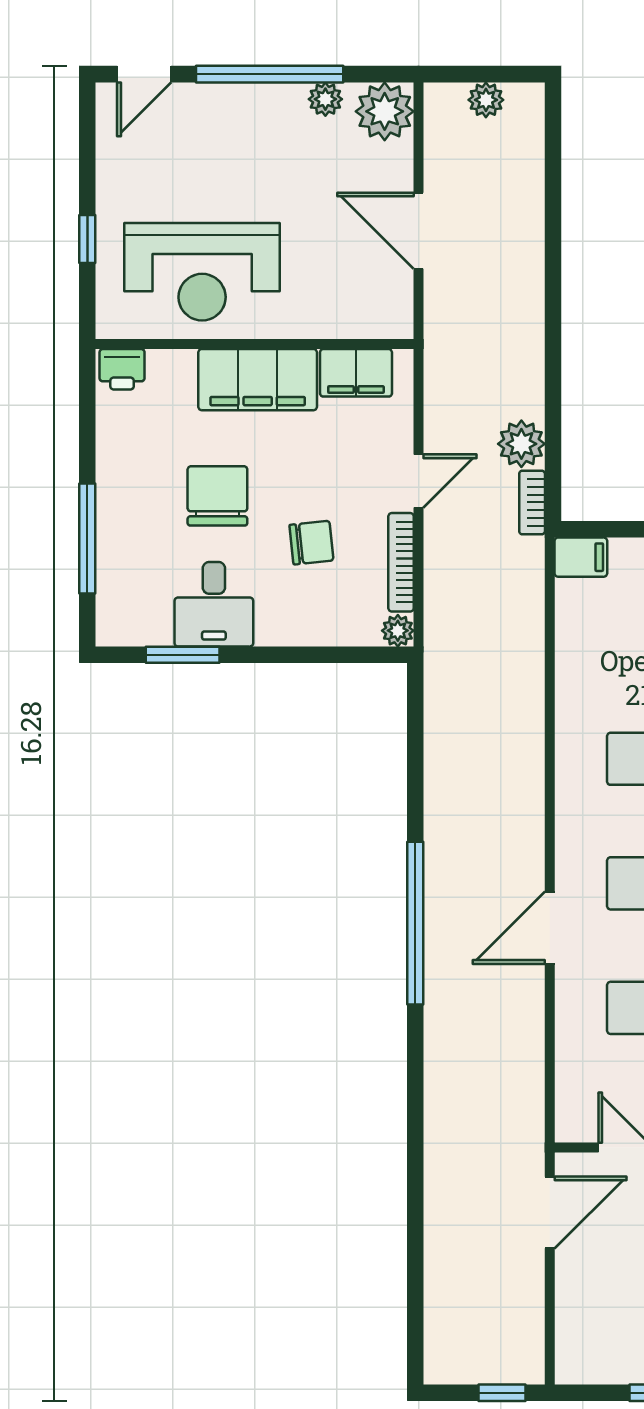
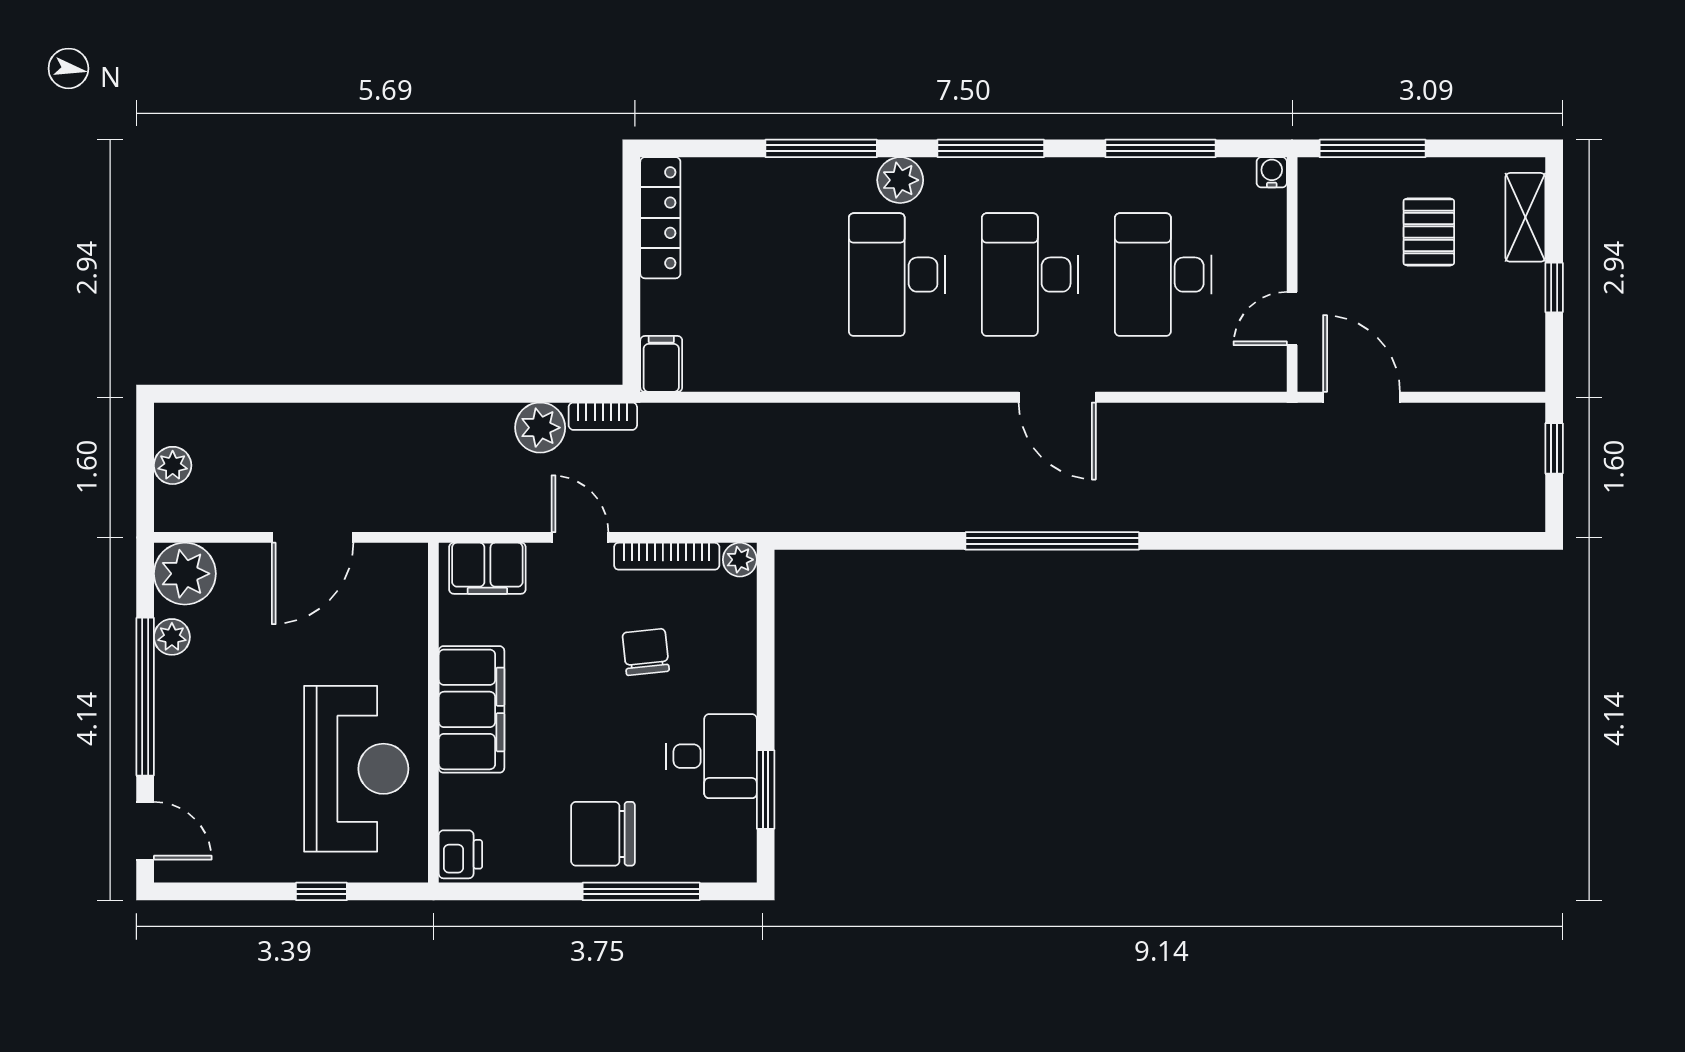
filing cabinet: (356, 373) -> (487, 568), moved, turned 90
chair: (217, 496) -> (603, 834), moved

